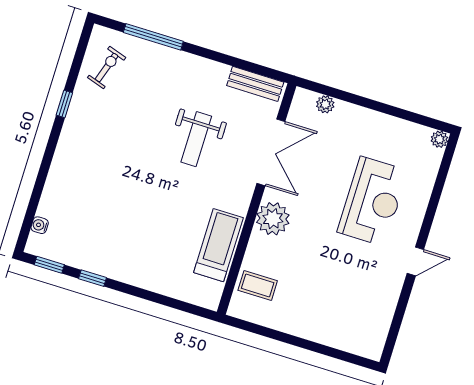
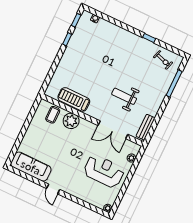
reception desk: (373, 201) -> (104, 171), moved, turned 180
plant: (273, 219) -> (71, 121), moved
treadmill: (218, 245) -> (74, 99), turned 180
sofa: (375, 316) -> (31, 167), added

